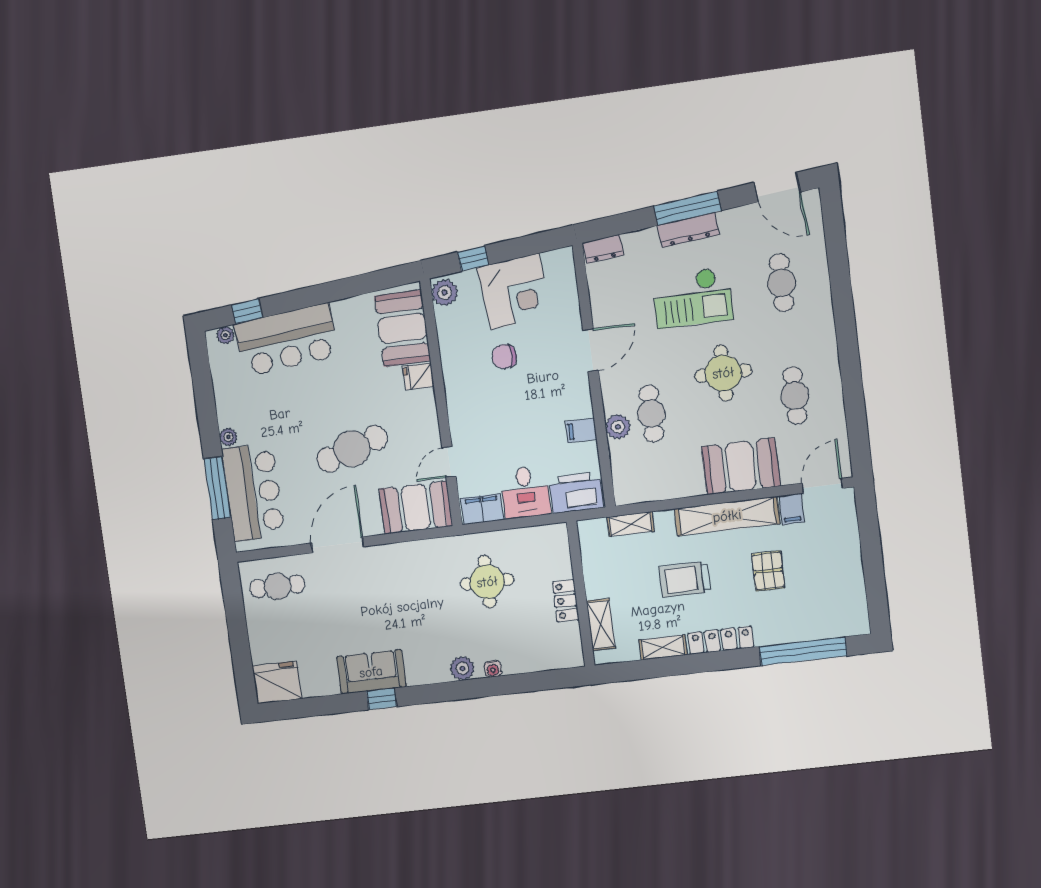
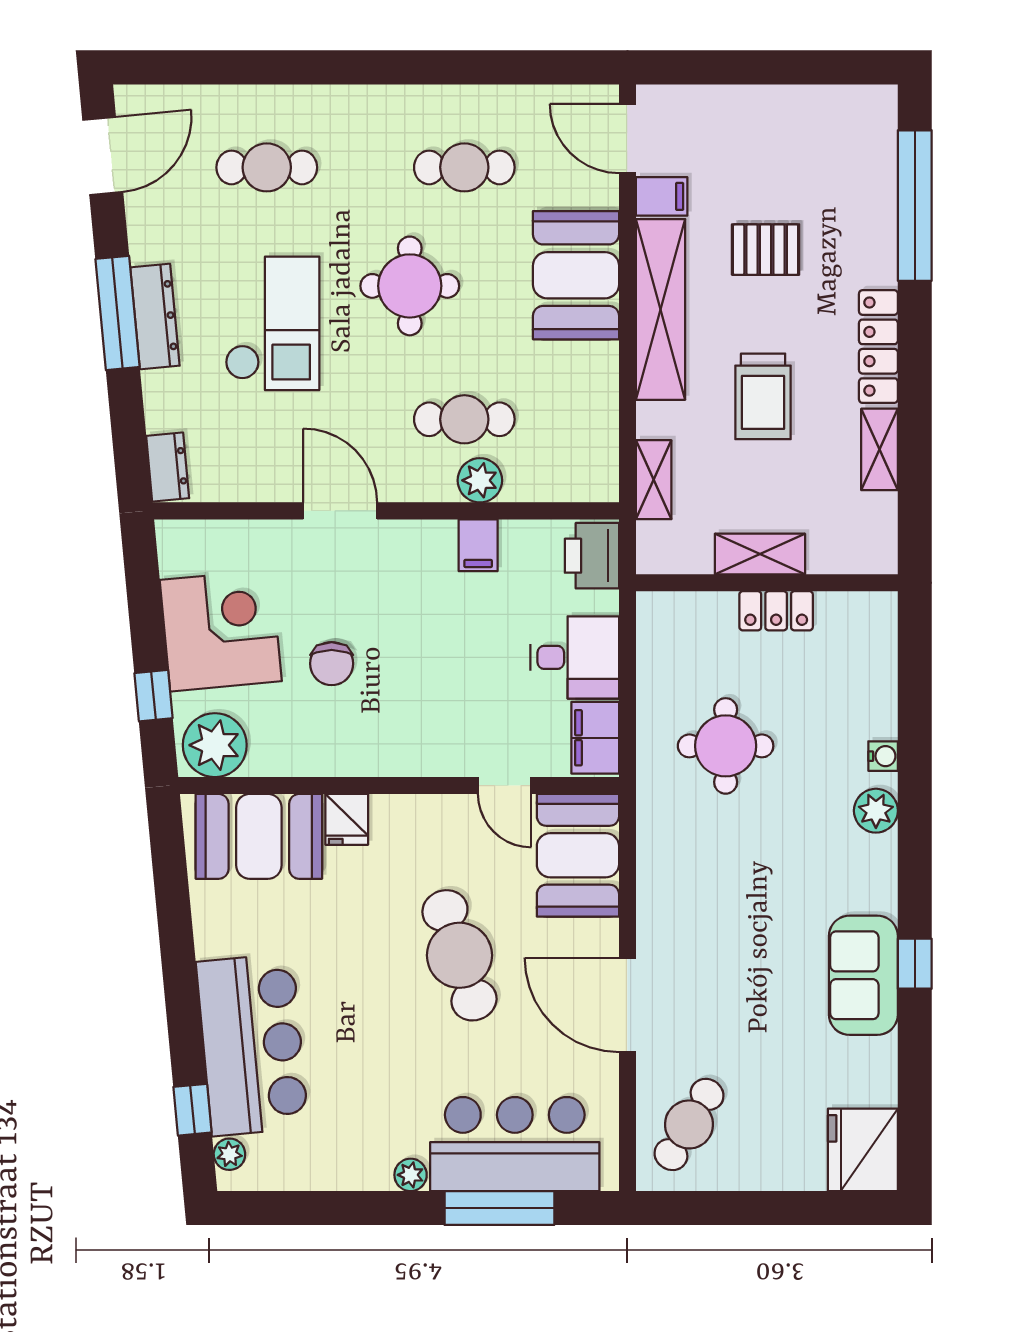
plant: (445, 293) -> (215, 745), width x1.36, depth x1.36
printer: (576, 493) -> (592, 556), width x0.73, depth x0.84
cafe table: (277, 586) -> (689, 1124), turned 31
shelving: (601, 625) -> (760, 554), moved

